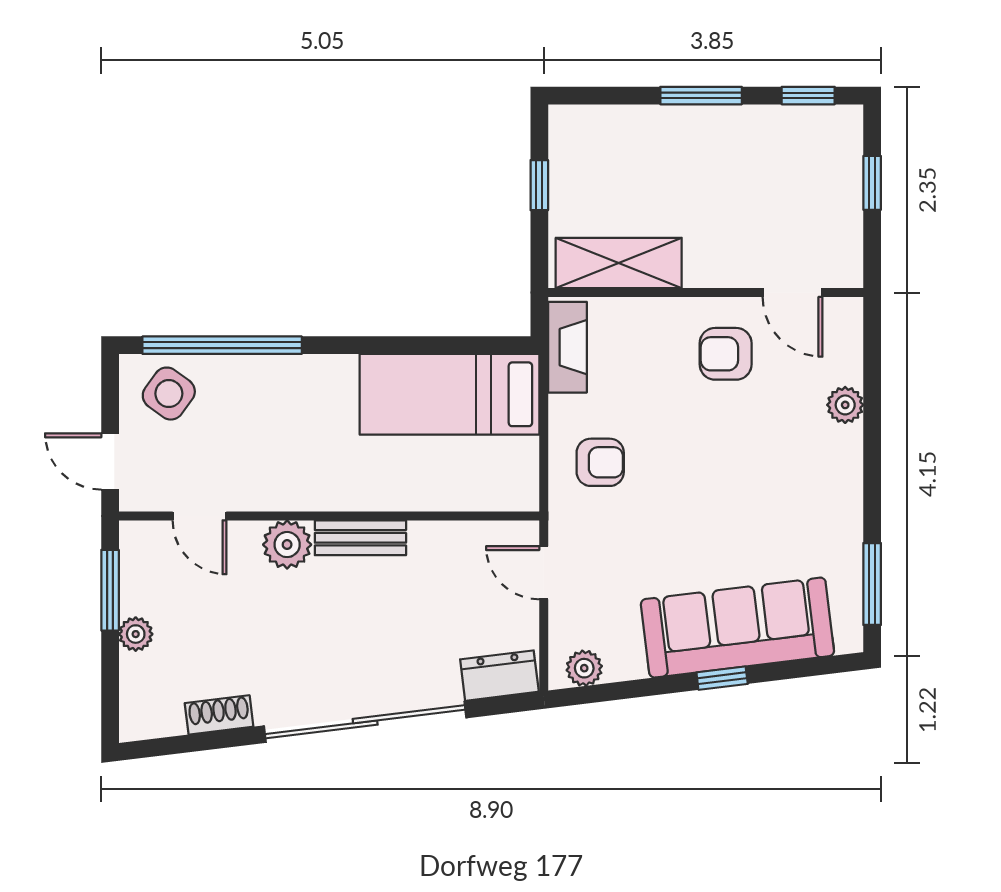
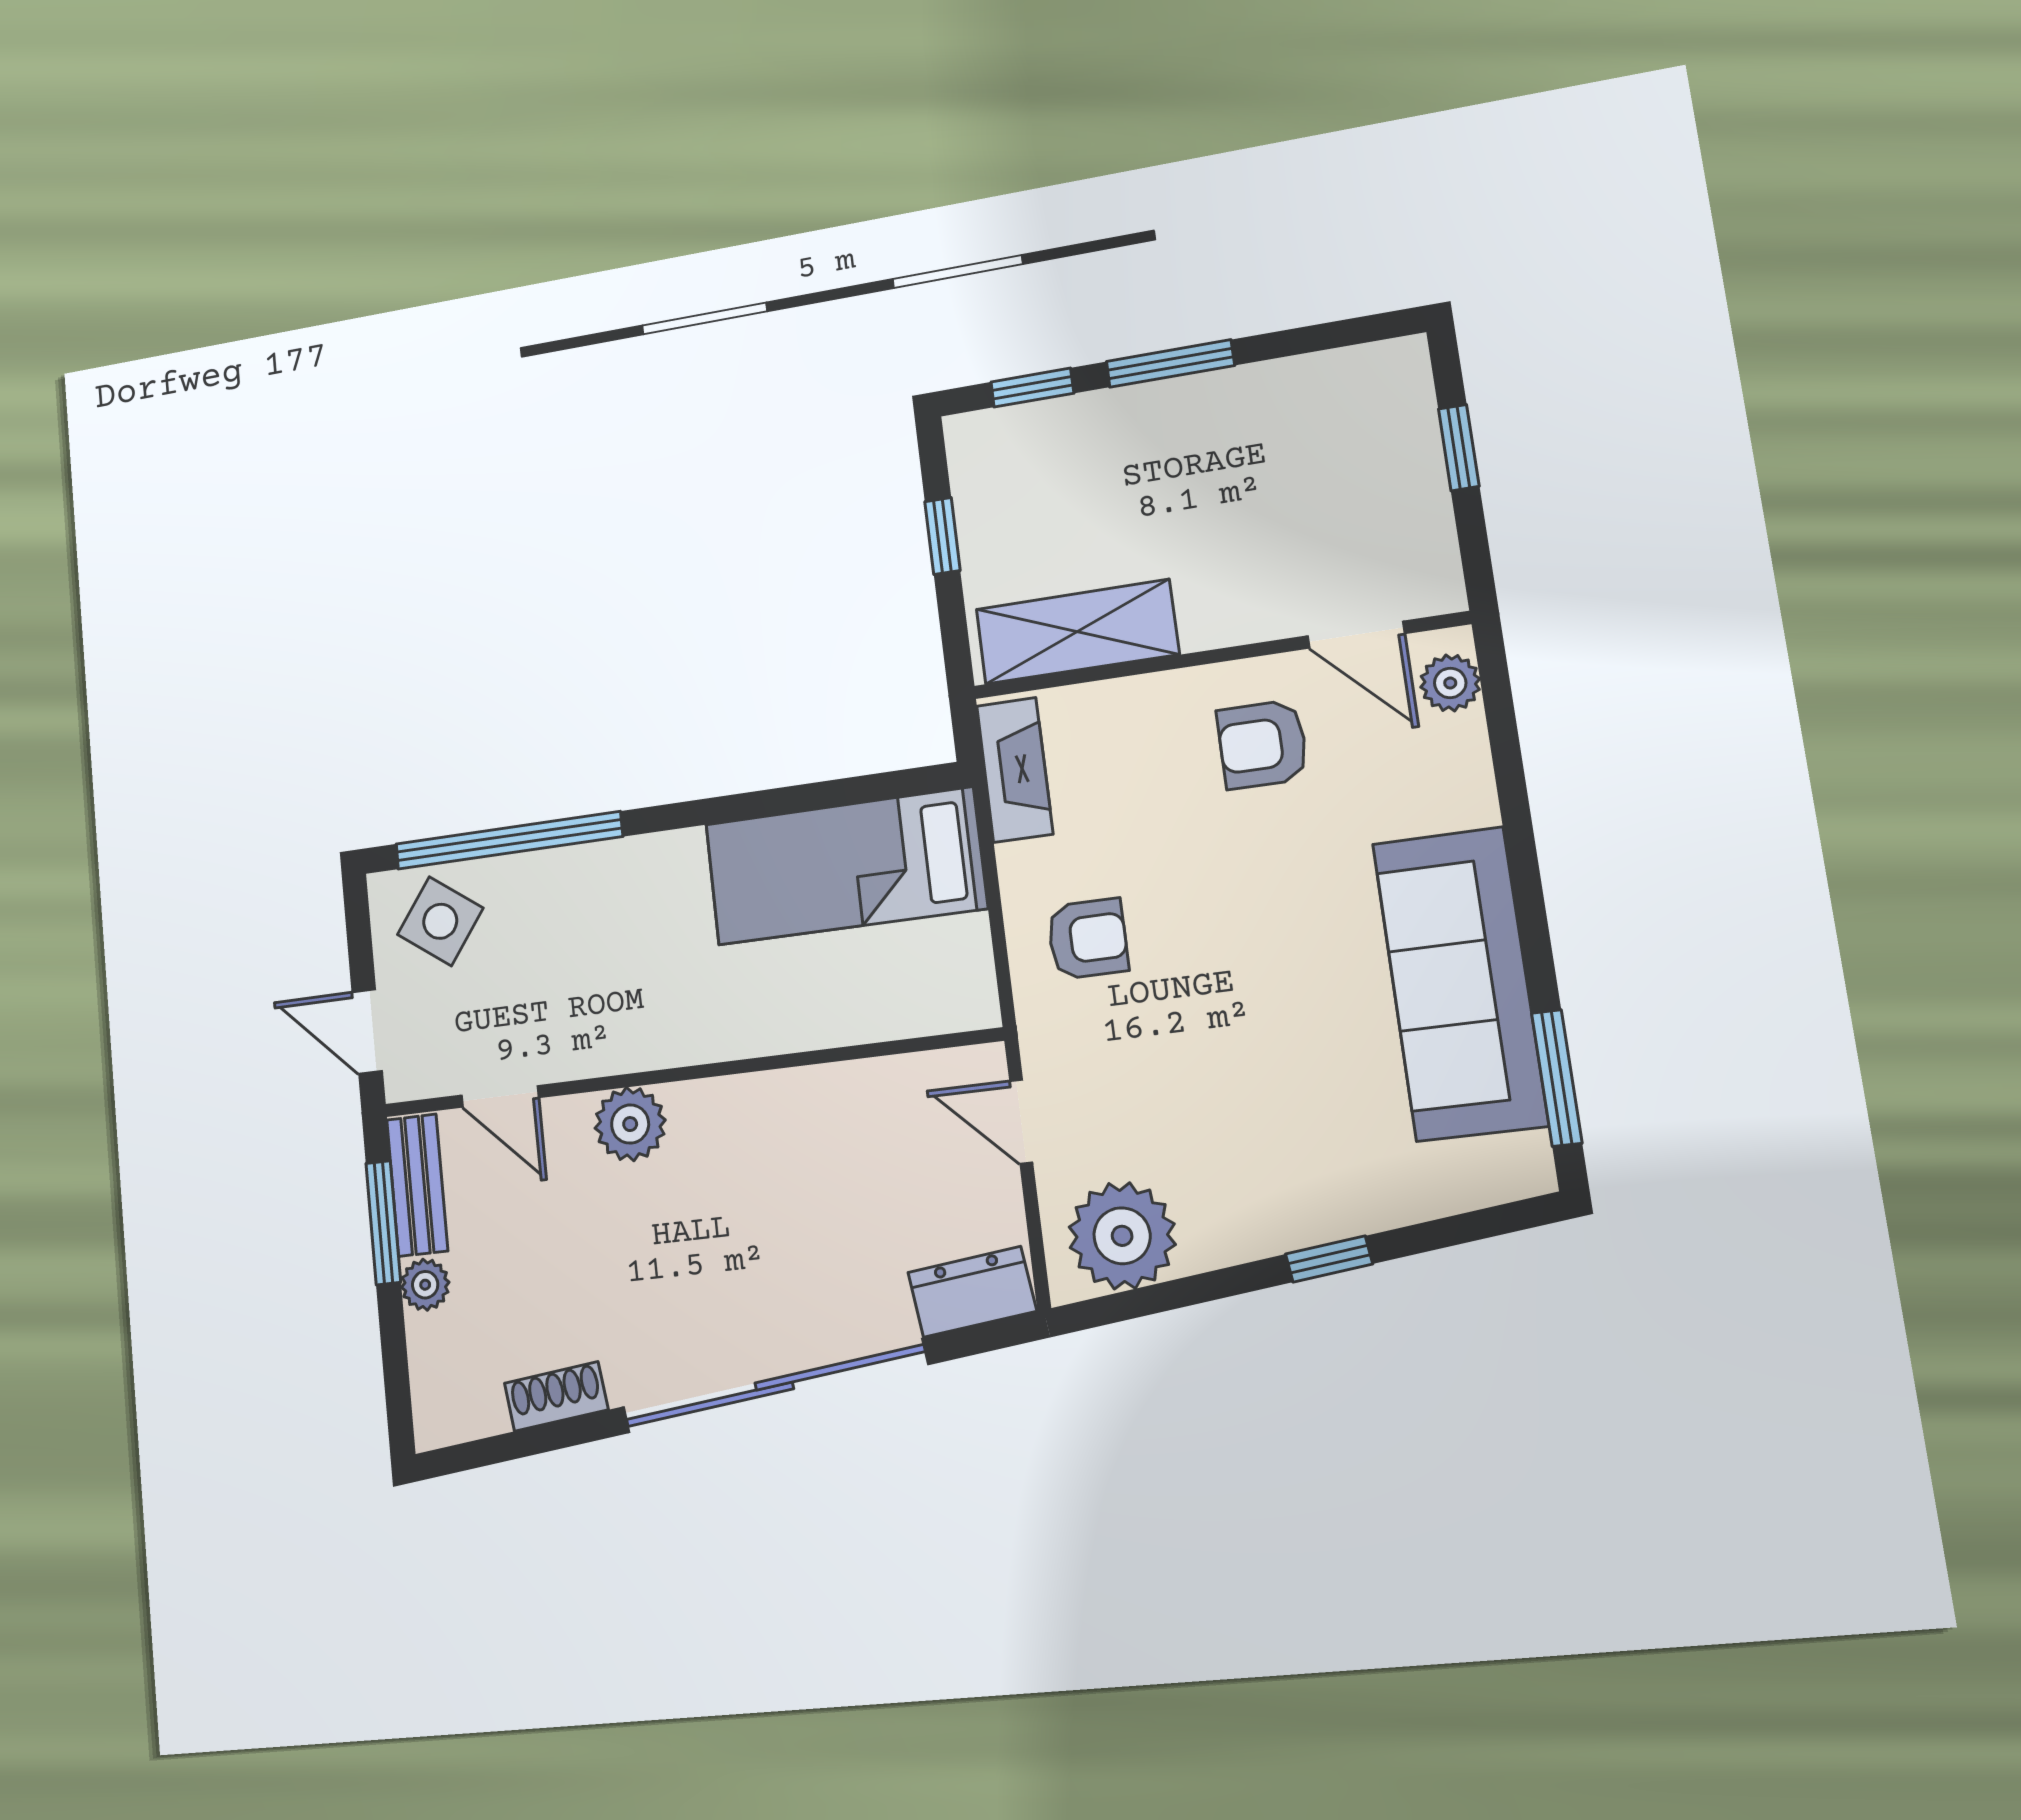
window: (808, 96) -> (1032, 388), moved
plant: (845, 405) -> (1450, 683), moved
bench: (360, 538) -> (417, 1185), moved, turned 90
sofa: (737, 628) -> (1460, 984), moved, turned -83
plant: (584, 668) -> (1122, 1236), width x1.88, depth x1.88

